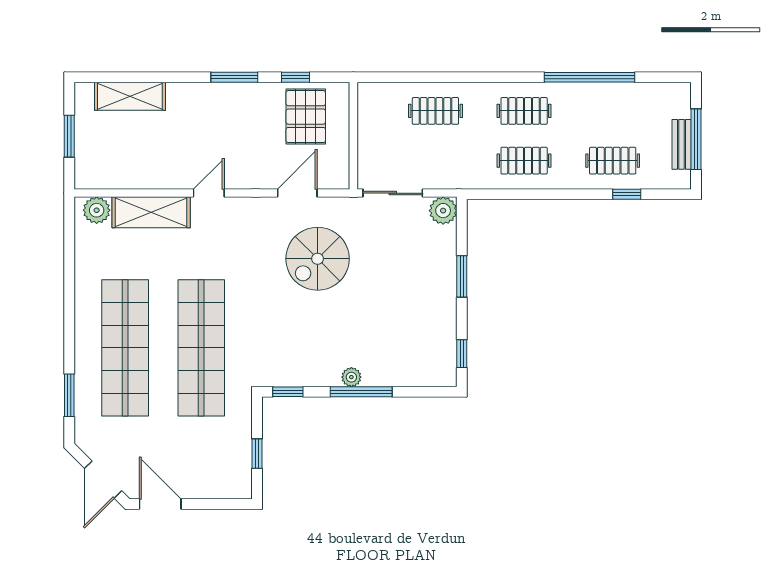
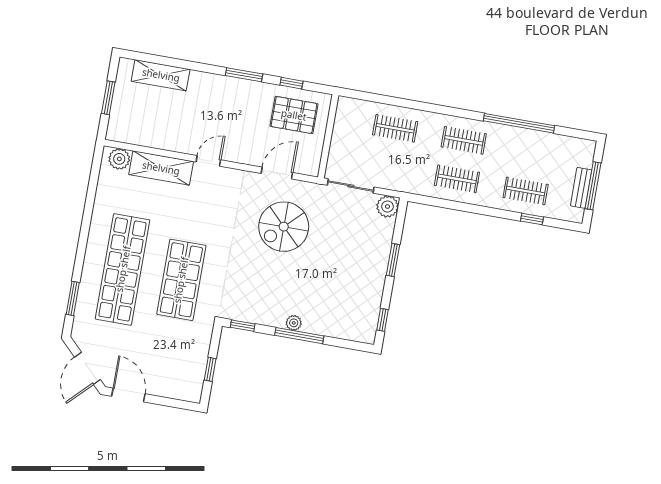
pallet: (306, 117) -> (294, 115), turned 90
shop shelf: (201, 348) -> (181, 280), width x0.71

